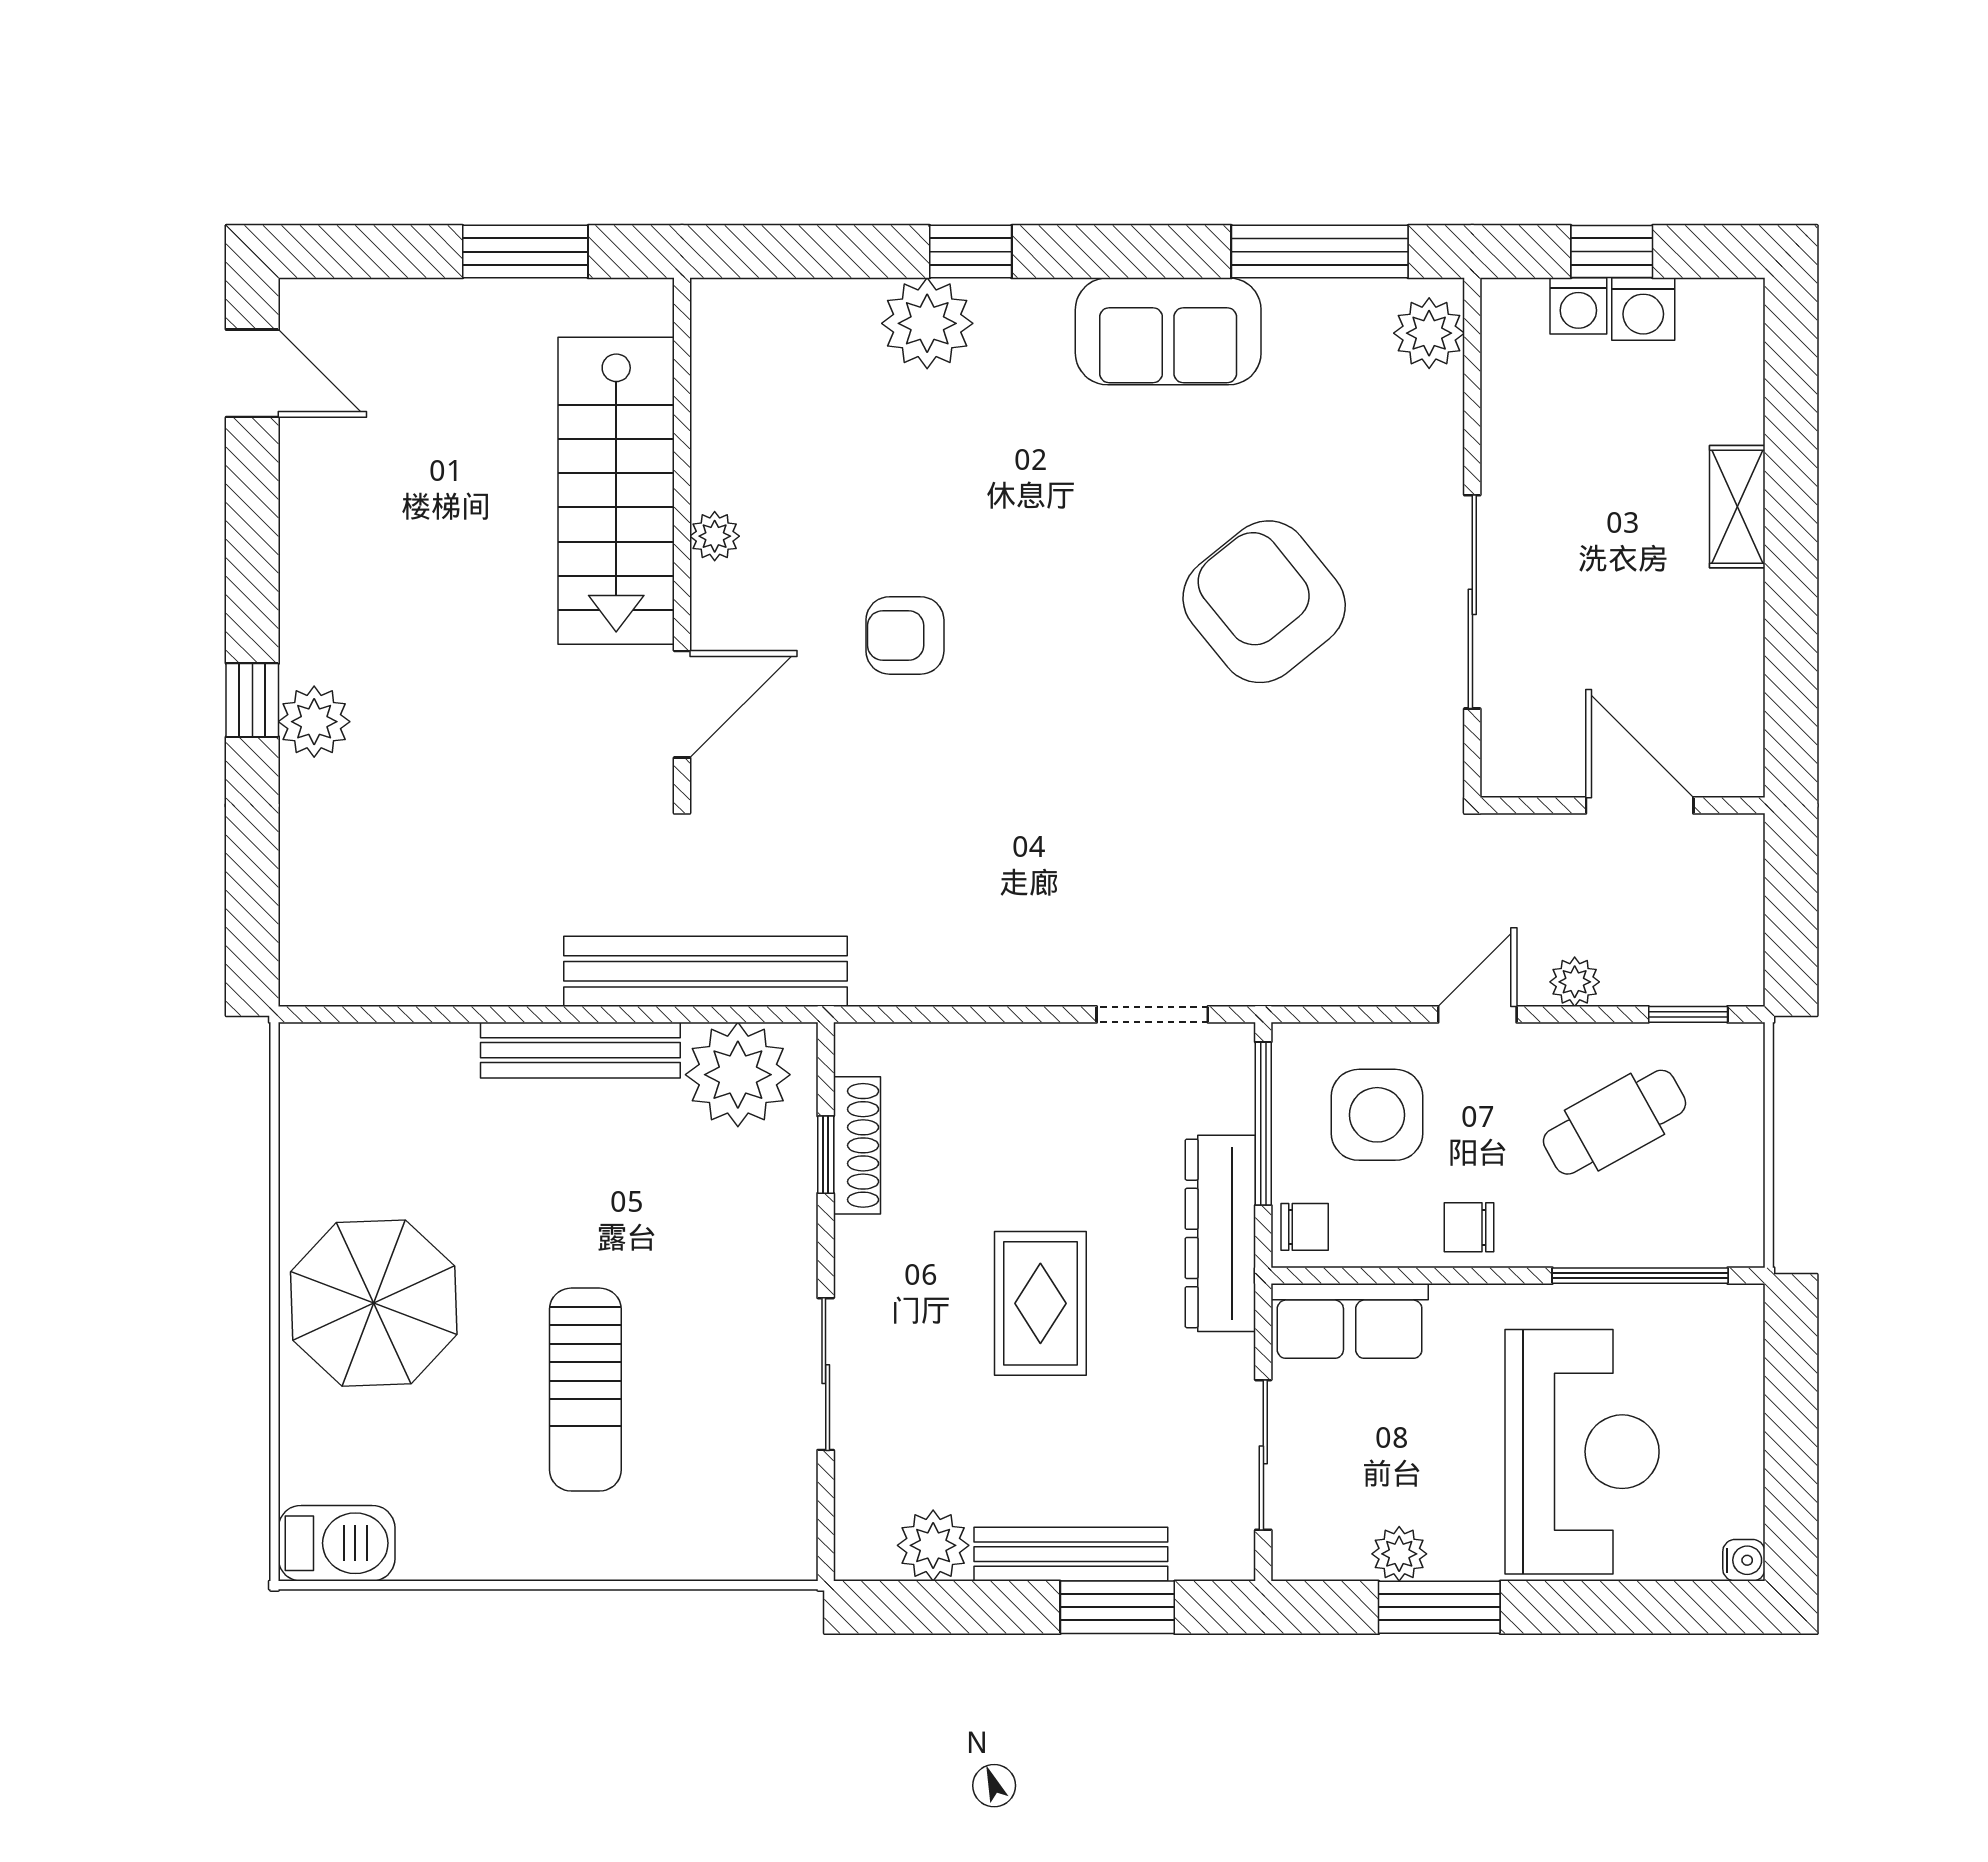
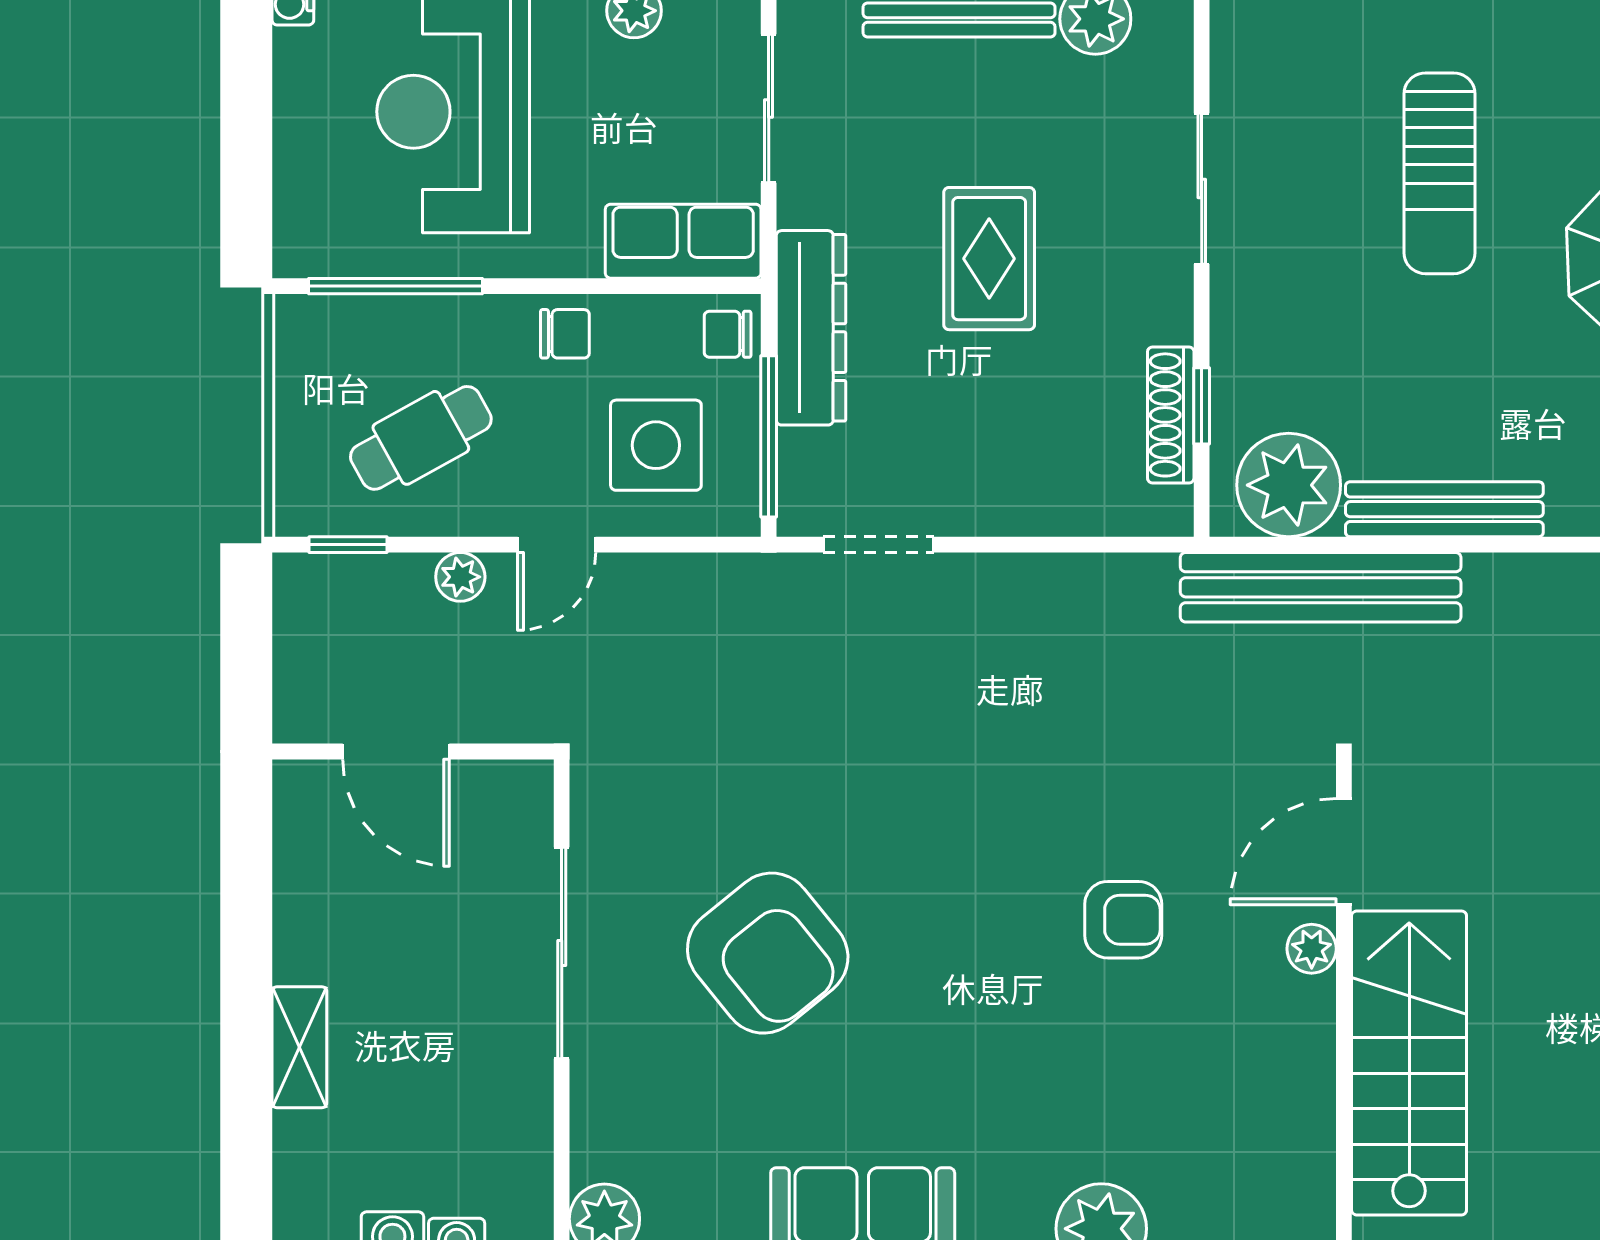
plant: (715, 536) -> (1312, 949), moved
sun lounger: (585, 1390) -> (1440, 173), turned 180

